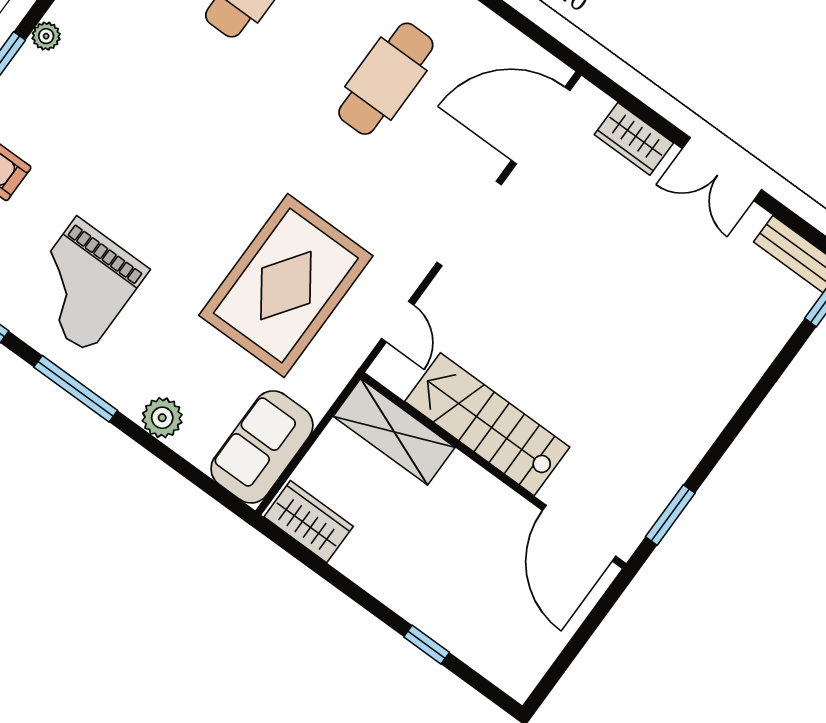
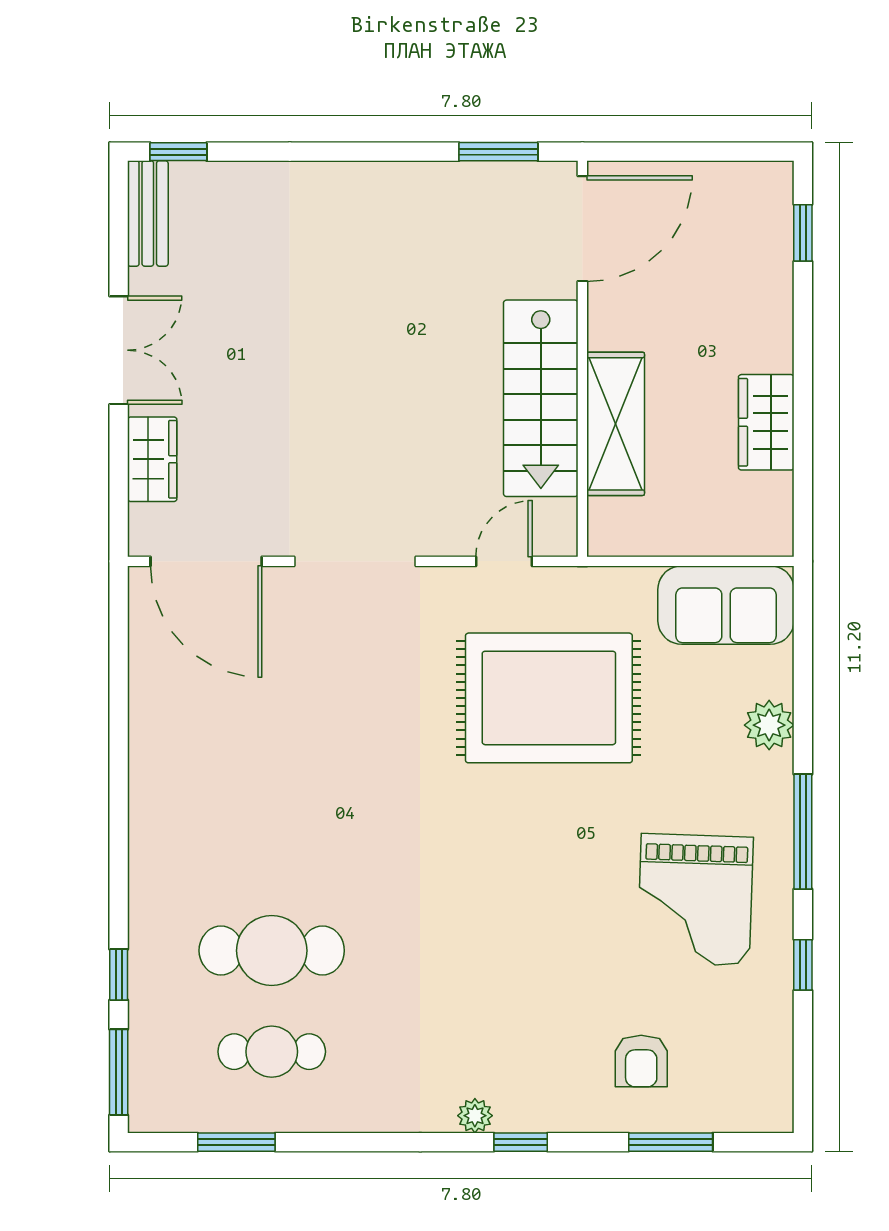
cafe table: (386, 79) -> (272, 748), removed
grand piano: (83, 285) -> (695, 900), turned 92
shelving: (394, 432) -> (616, 424), moved
wardrobe: (309, 522) -> (766, 422), moved
window: (427, 645) -> (803, 233), moved

